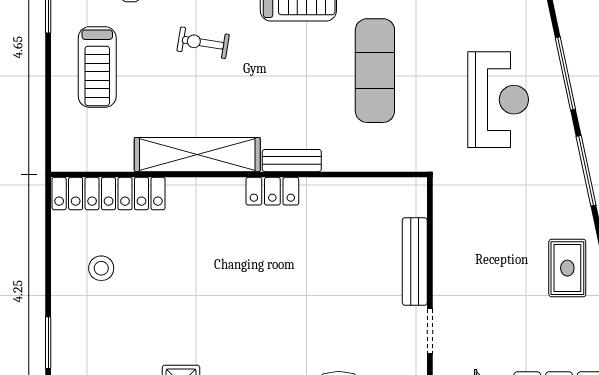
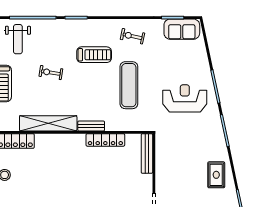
reception desk: (498, 100) -> (185, 98), turned -90
locker: (272, 191) -> (105, 140), moved, width x1.53
bench: (415, 261) -> (147, 154), moved

